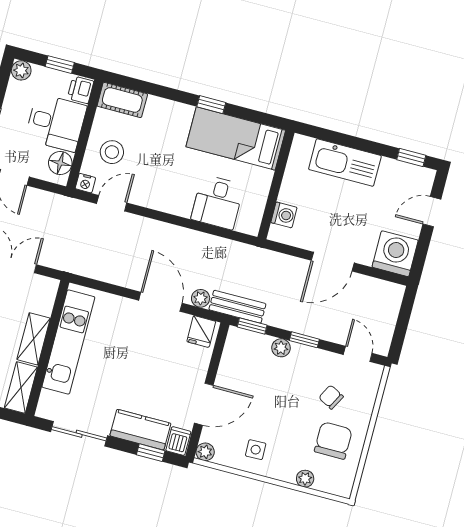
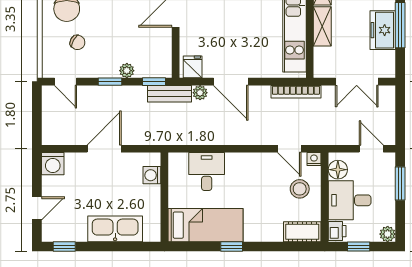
door: (112, 203) -> (289, 149), hinge flipped
washing machine: (395, 254) -> (53, 164), width x0.73, depth x0.73
bookcase: (86, 269) -> (296, 92), added

